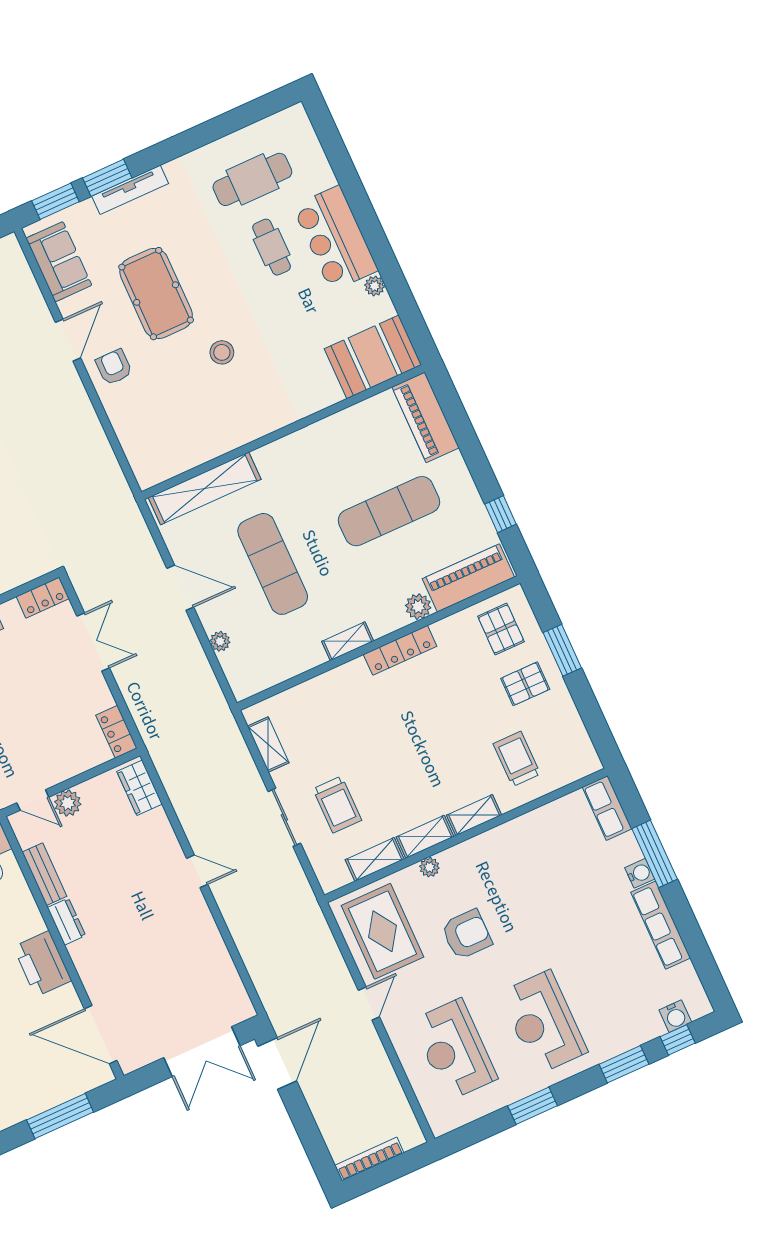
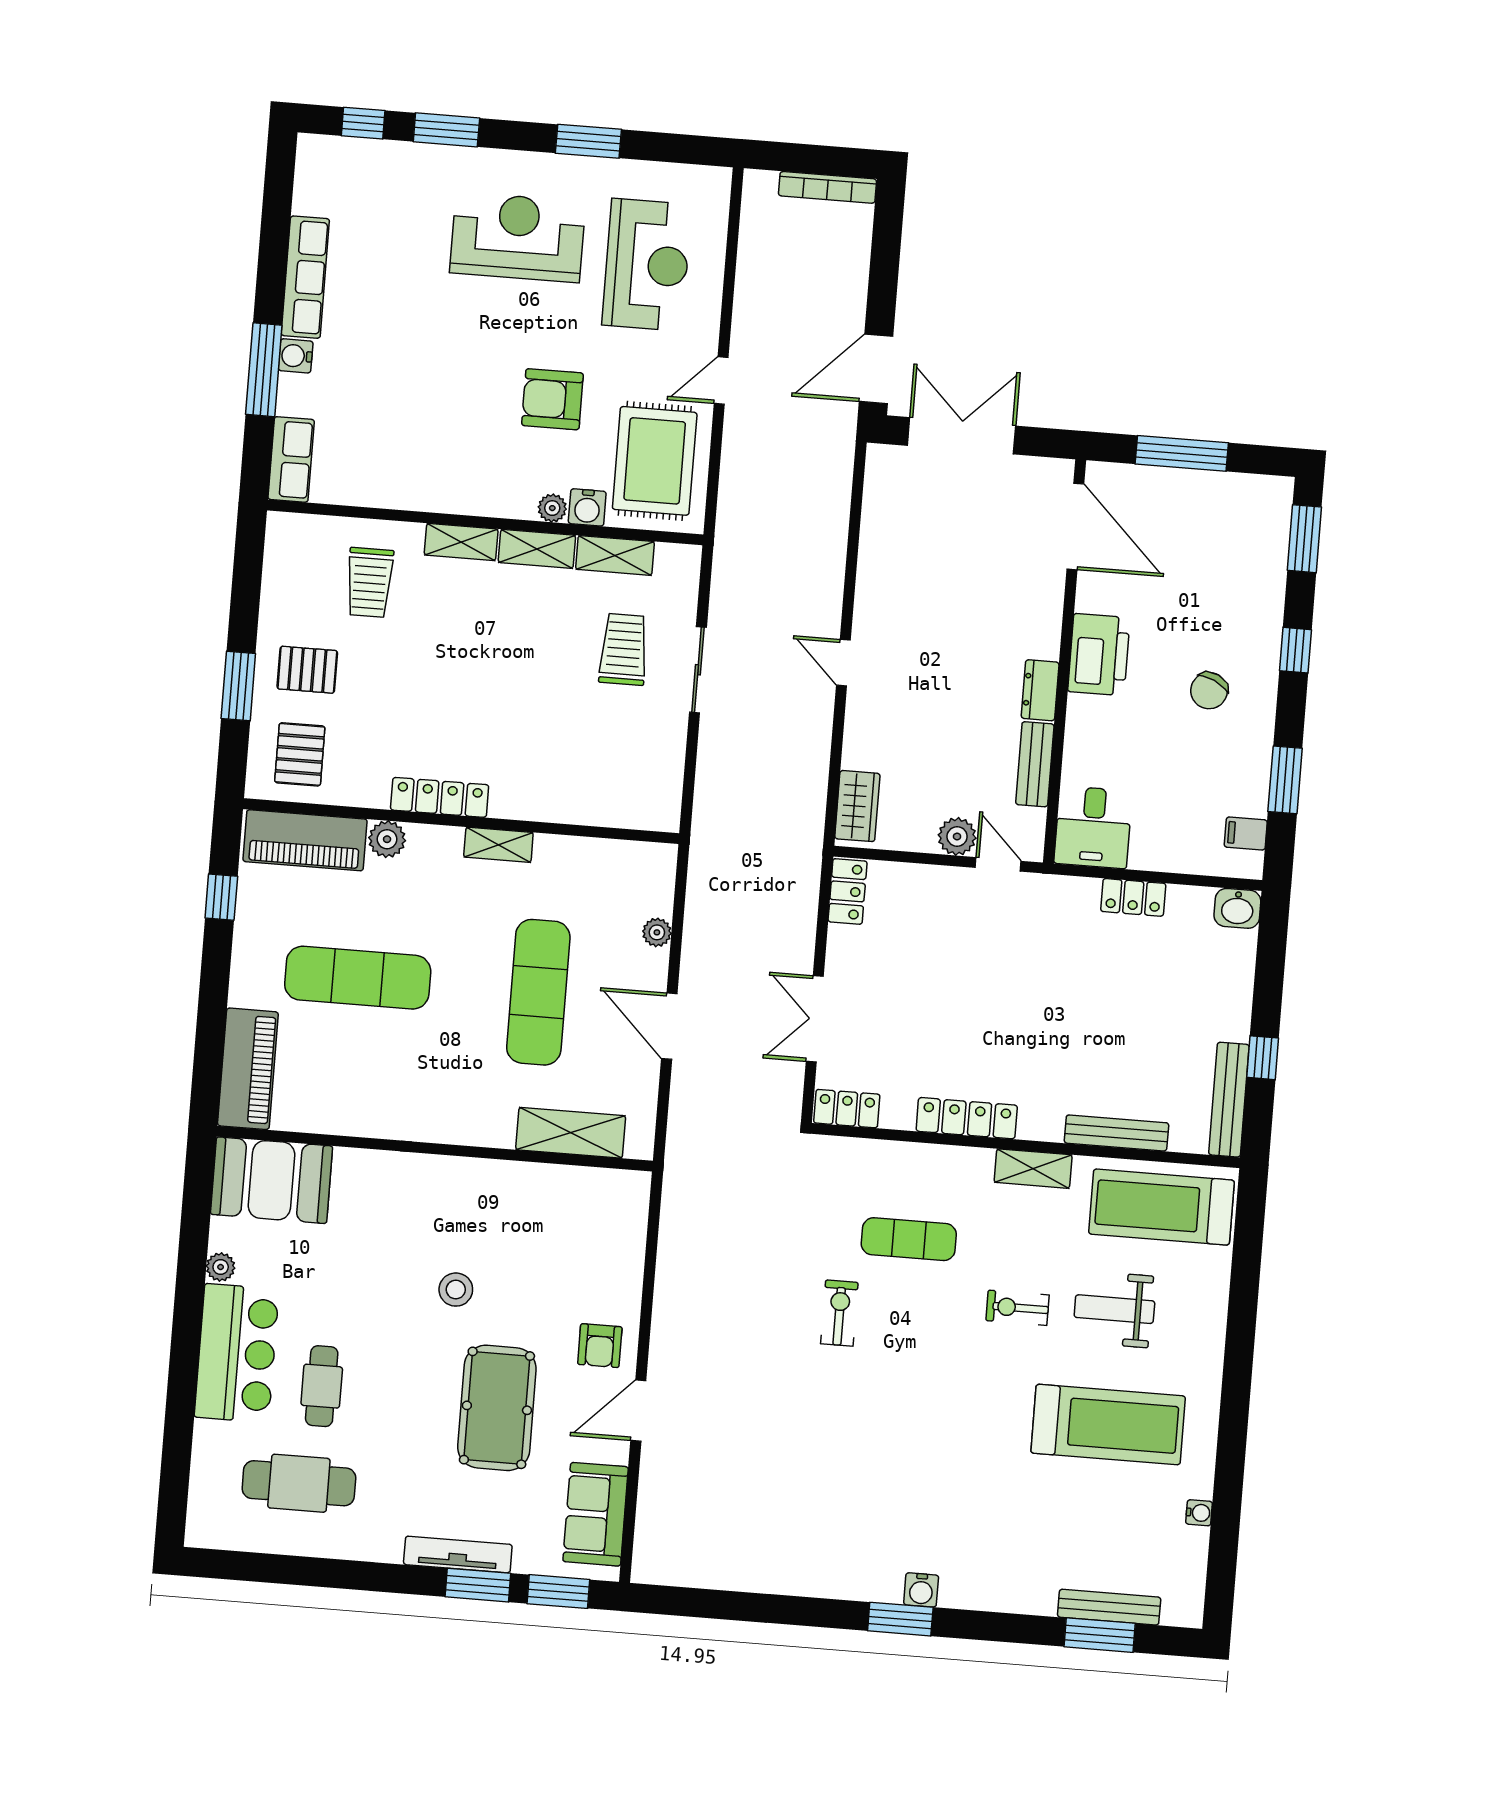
shelving: (205, 488) -> (571, 1133), width x0.68
shelving: (268, 744) -> (668, 771), removed
water cooler: (675, 1016) -> (587, 507), moved, turned 180
reception desk: (543, 1022) -> (518, 237), turned -90

